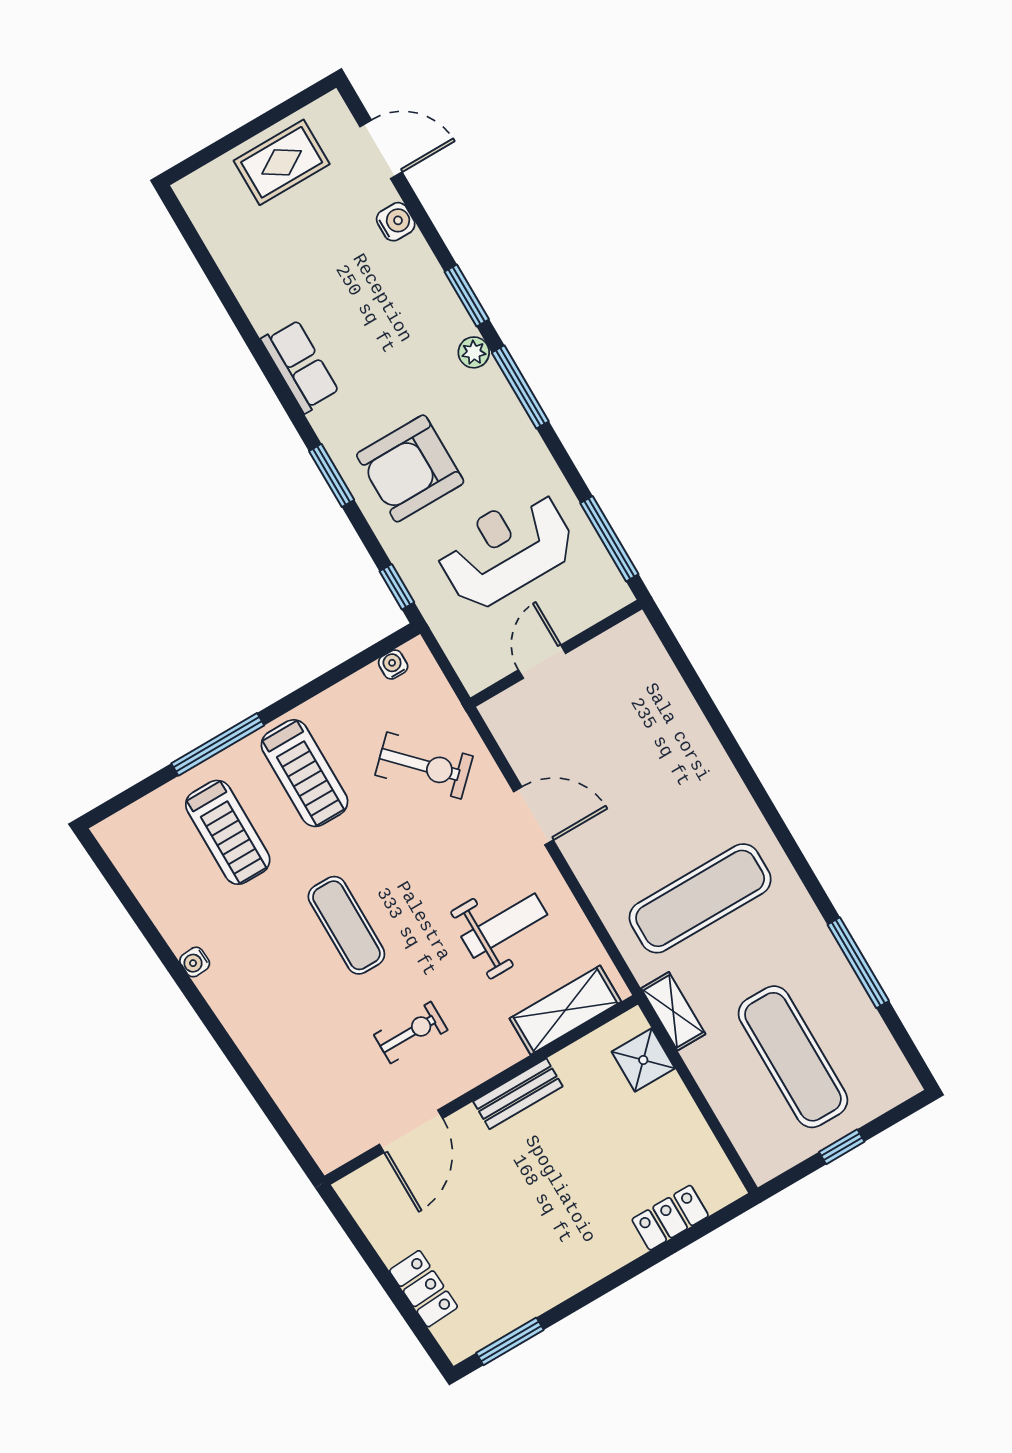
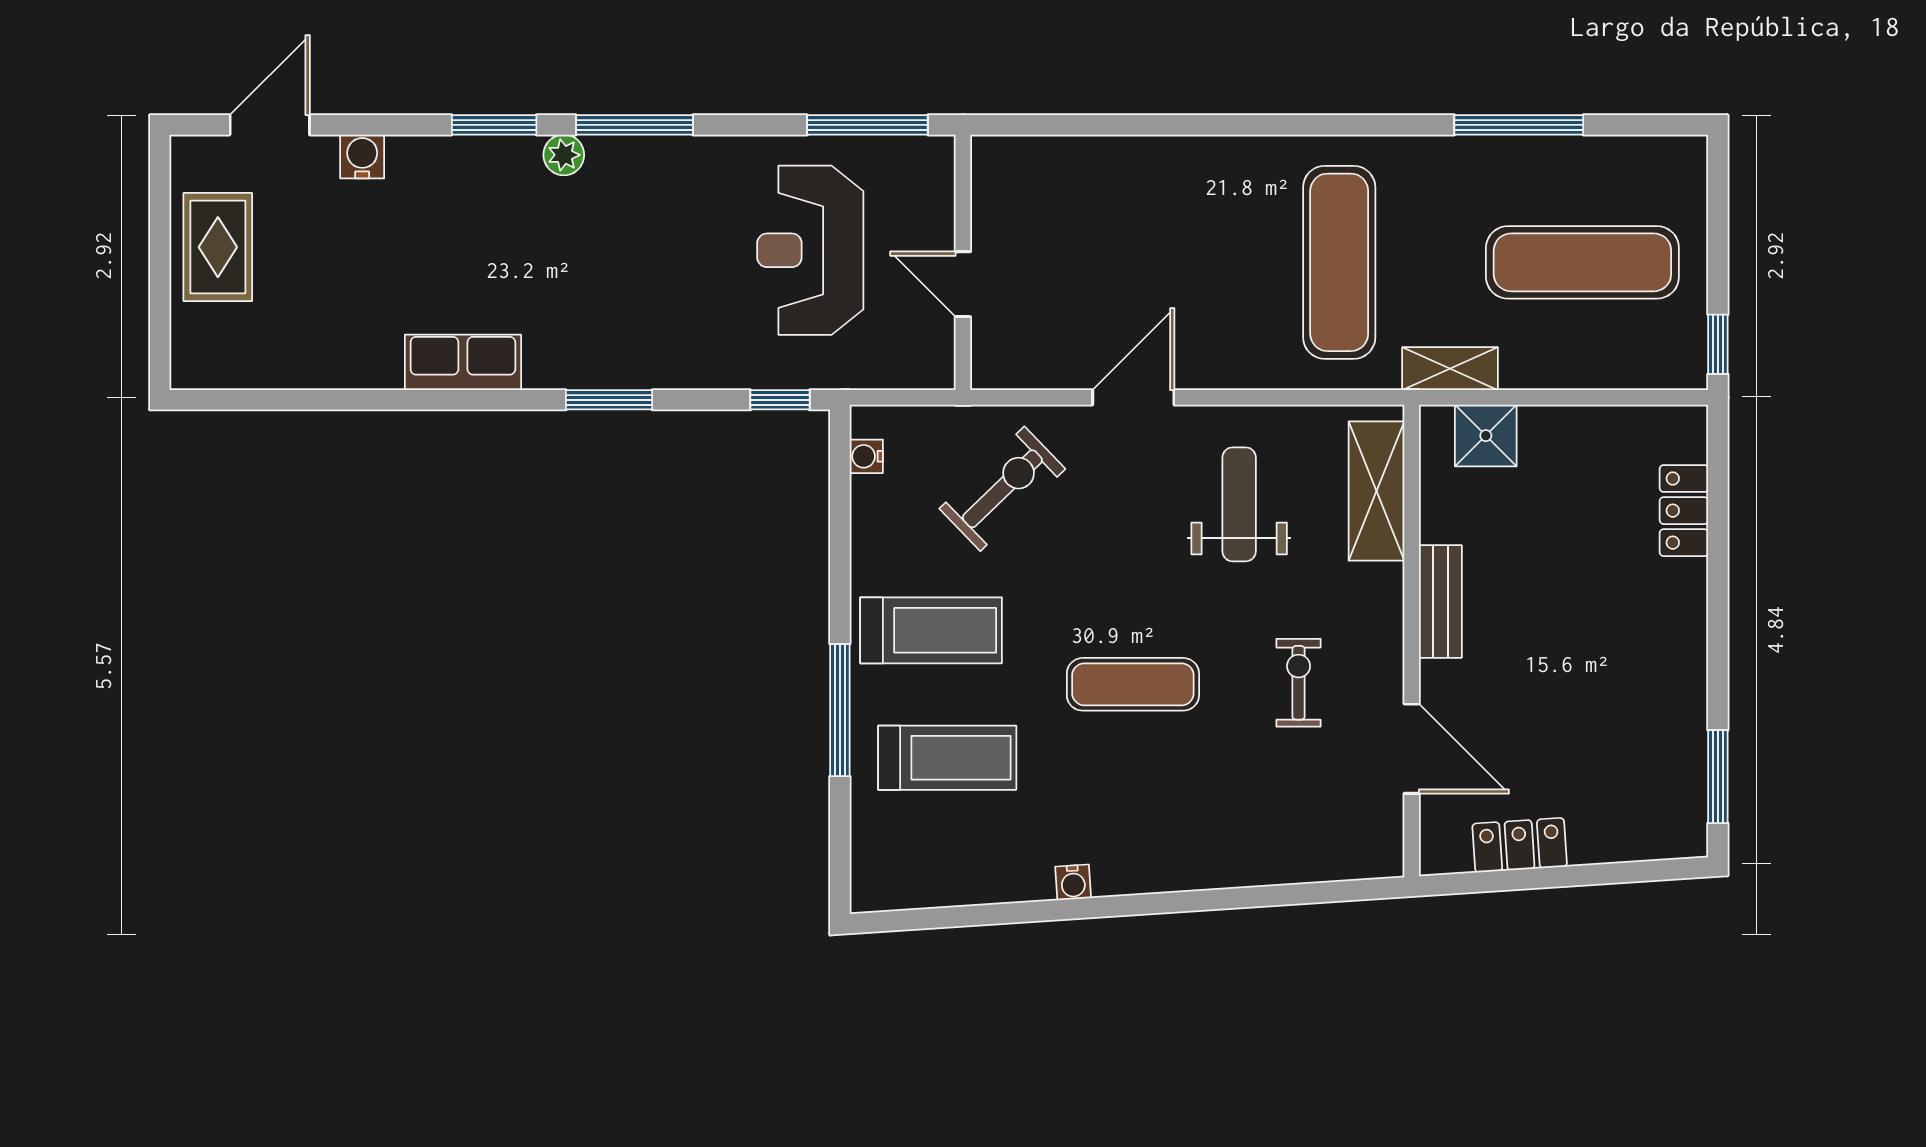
armchair: (410, 468) -> (654, 305), removed
window: (842, 1147) -> (1718, 344), moved
locker: (424, 1289) -> (1520, 845), moved

